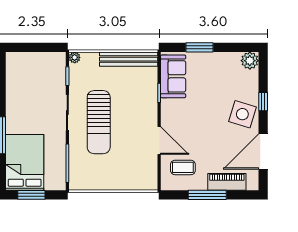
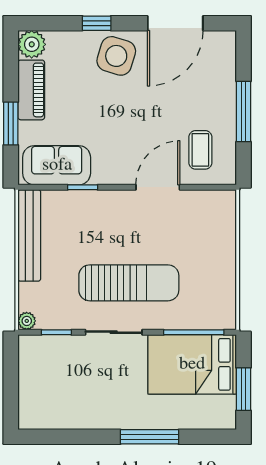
door: (263, 152) -> (175, 23), hinge flipped
bed: (25, 162) -> (192, 364), moved
piano: (227, 182) -> (31, 90), moved, turned 180

